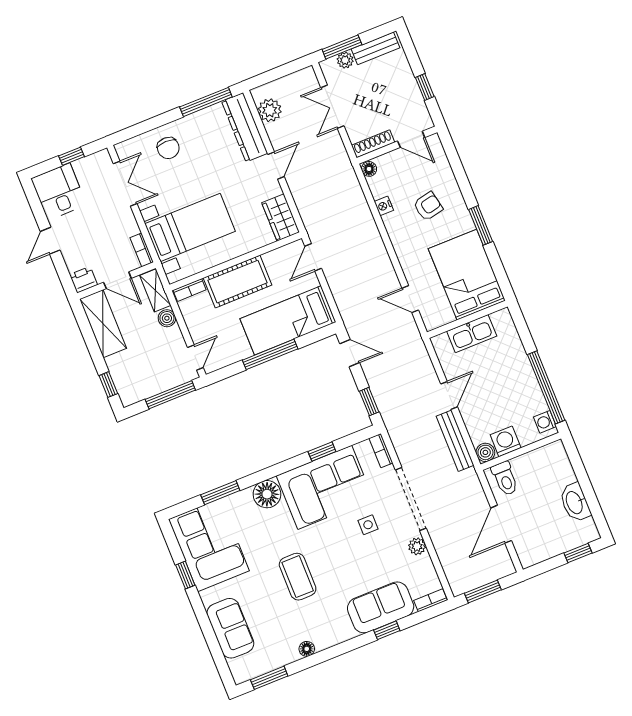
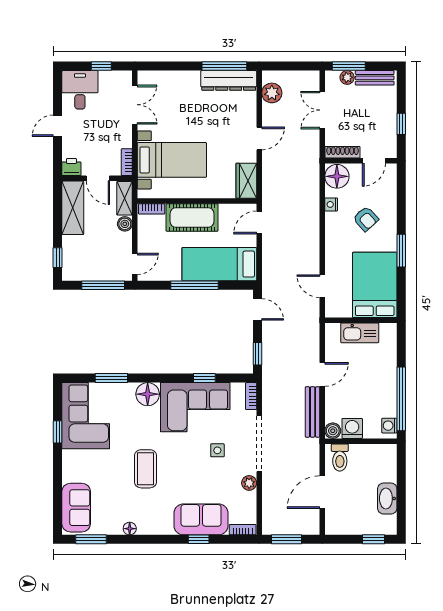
dresser: (245, 127) -> (229, 80), moved, turned -90
door: (411, 139) -> (374, 161), hinge flipped
chair: (168, 148) -> (180, 90), removed
floor lamp: (369, 169) -> (337, 176), width x1.89, depth x1.89
armchair: (428, 206) -> (366, 219), turned 60
sofa: (230, 628) -> (76, 508), moved

